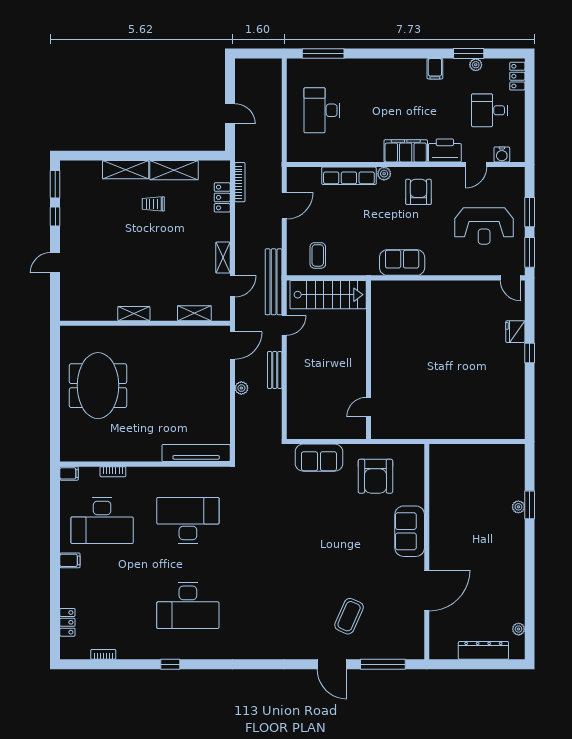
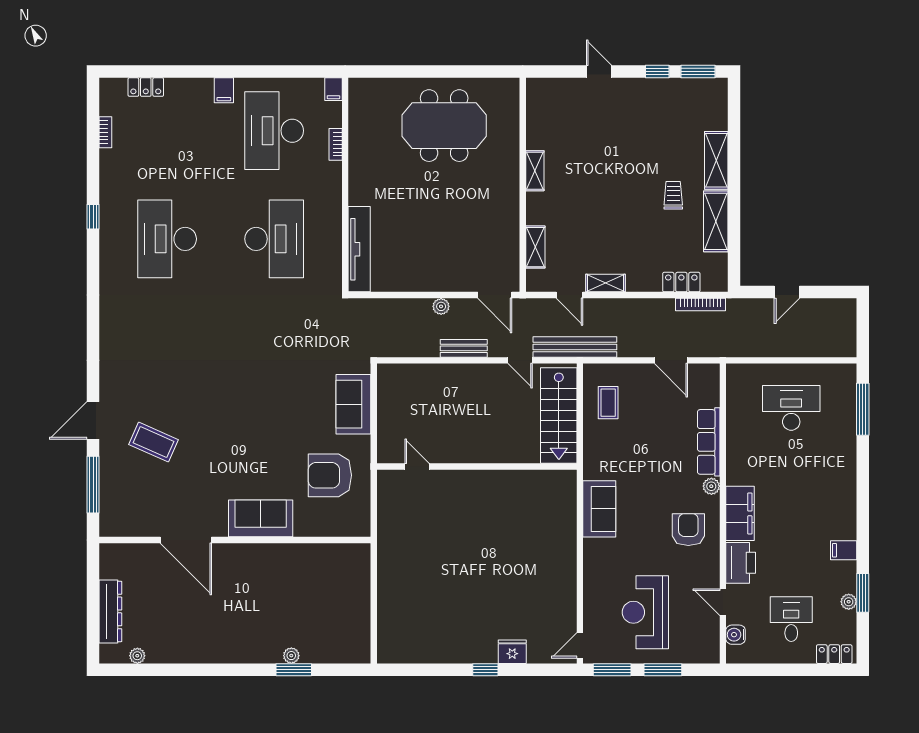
armchair: (418, 192) -> (688, 530), turned -90
coffee table: (318, 255) -> (608, 403), turned 90

